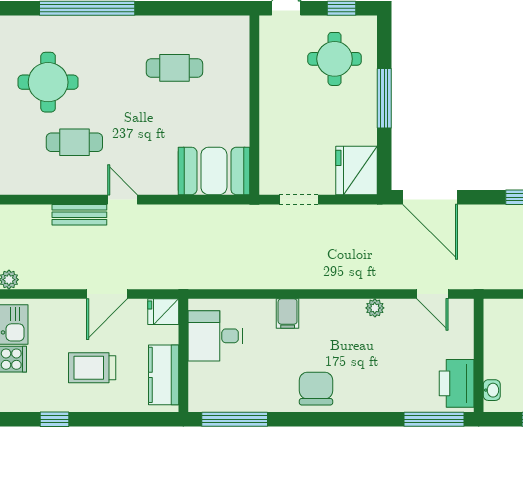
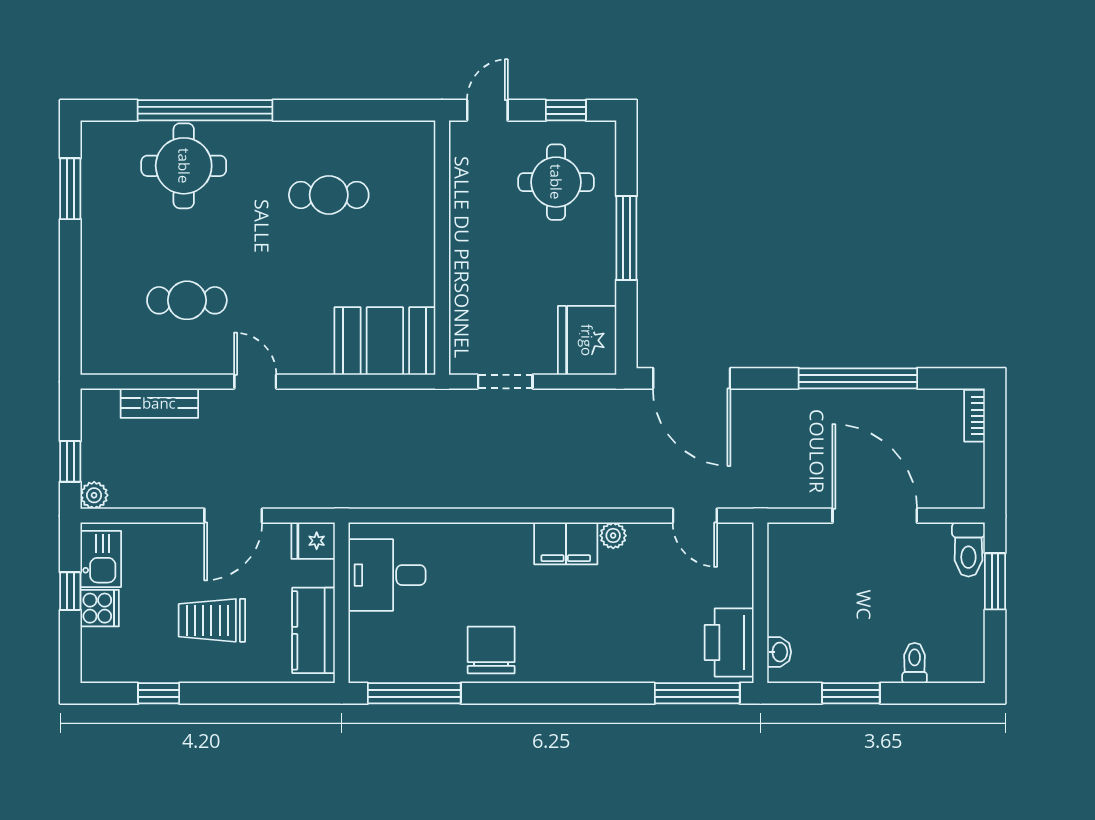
round table: (48, 82) -> (184, 166), moved
bench: (79, 215) -> (159, 403), moved
filing cabinet: (288, 314) -> (566, 543), moved, width x2.00
chair: (316, 389) -> (491, 650), moved

